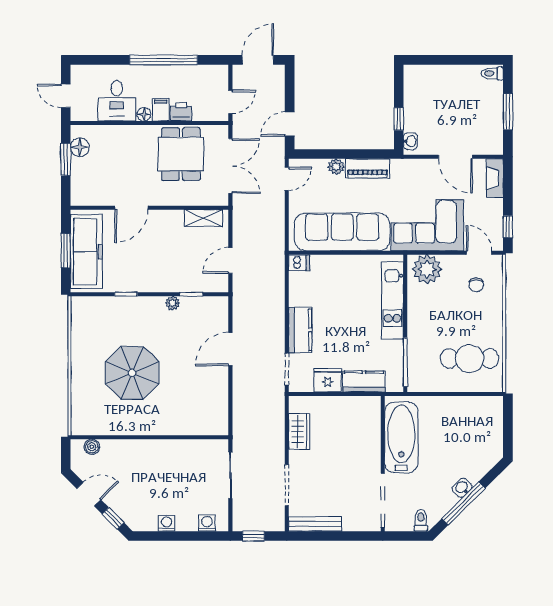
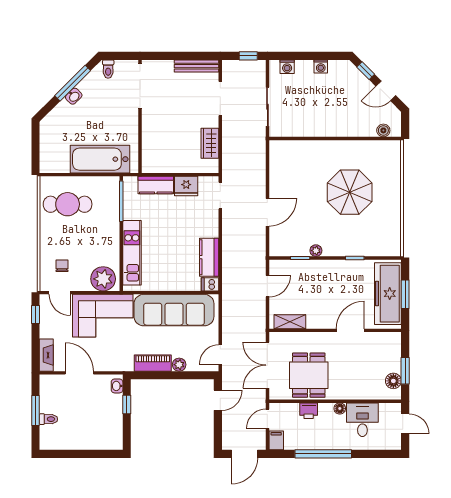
toilet: (492, 73) -> (48, 419), moved
filing cabinet: (161, 110) -> (276, 440), moved, turned 180
kitchen counter: (300, 330) -> (209, 257), moved
bathtub: (401, 437) -> (100, 159), moved, turned 90

